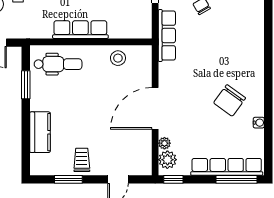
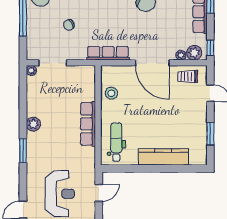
row of seats: (167, 36) -> (108, 53), moved
window: (26, 85) -> (133, 168), removed
kitchen counter: (40, 132) -> (163, 157), width x1.50
trolley: (82, 160) -> (188, 77), moved

